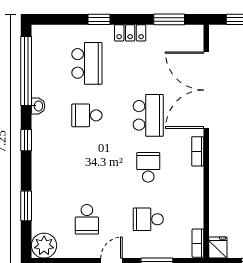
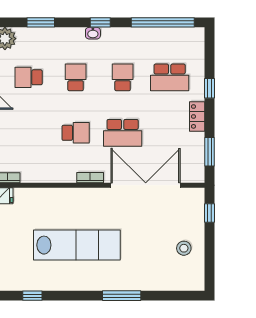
washbasin: (38, 106) -> (93, 33), moved
school desk: (148, 219) -> (76, 77), moved

